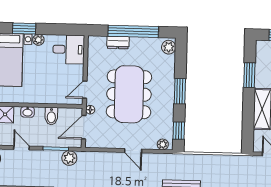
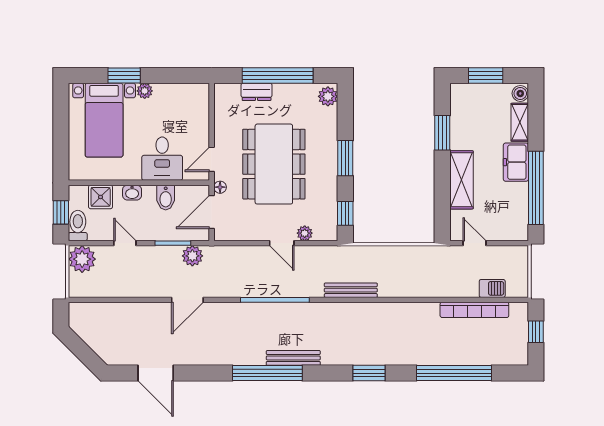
desk: (69, 49) -> (162, 159), moved, turned 90
plant: (163, 144) -> (305, 233), moved

